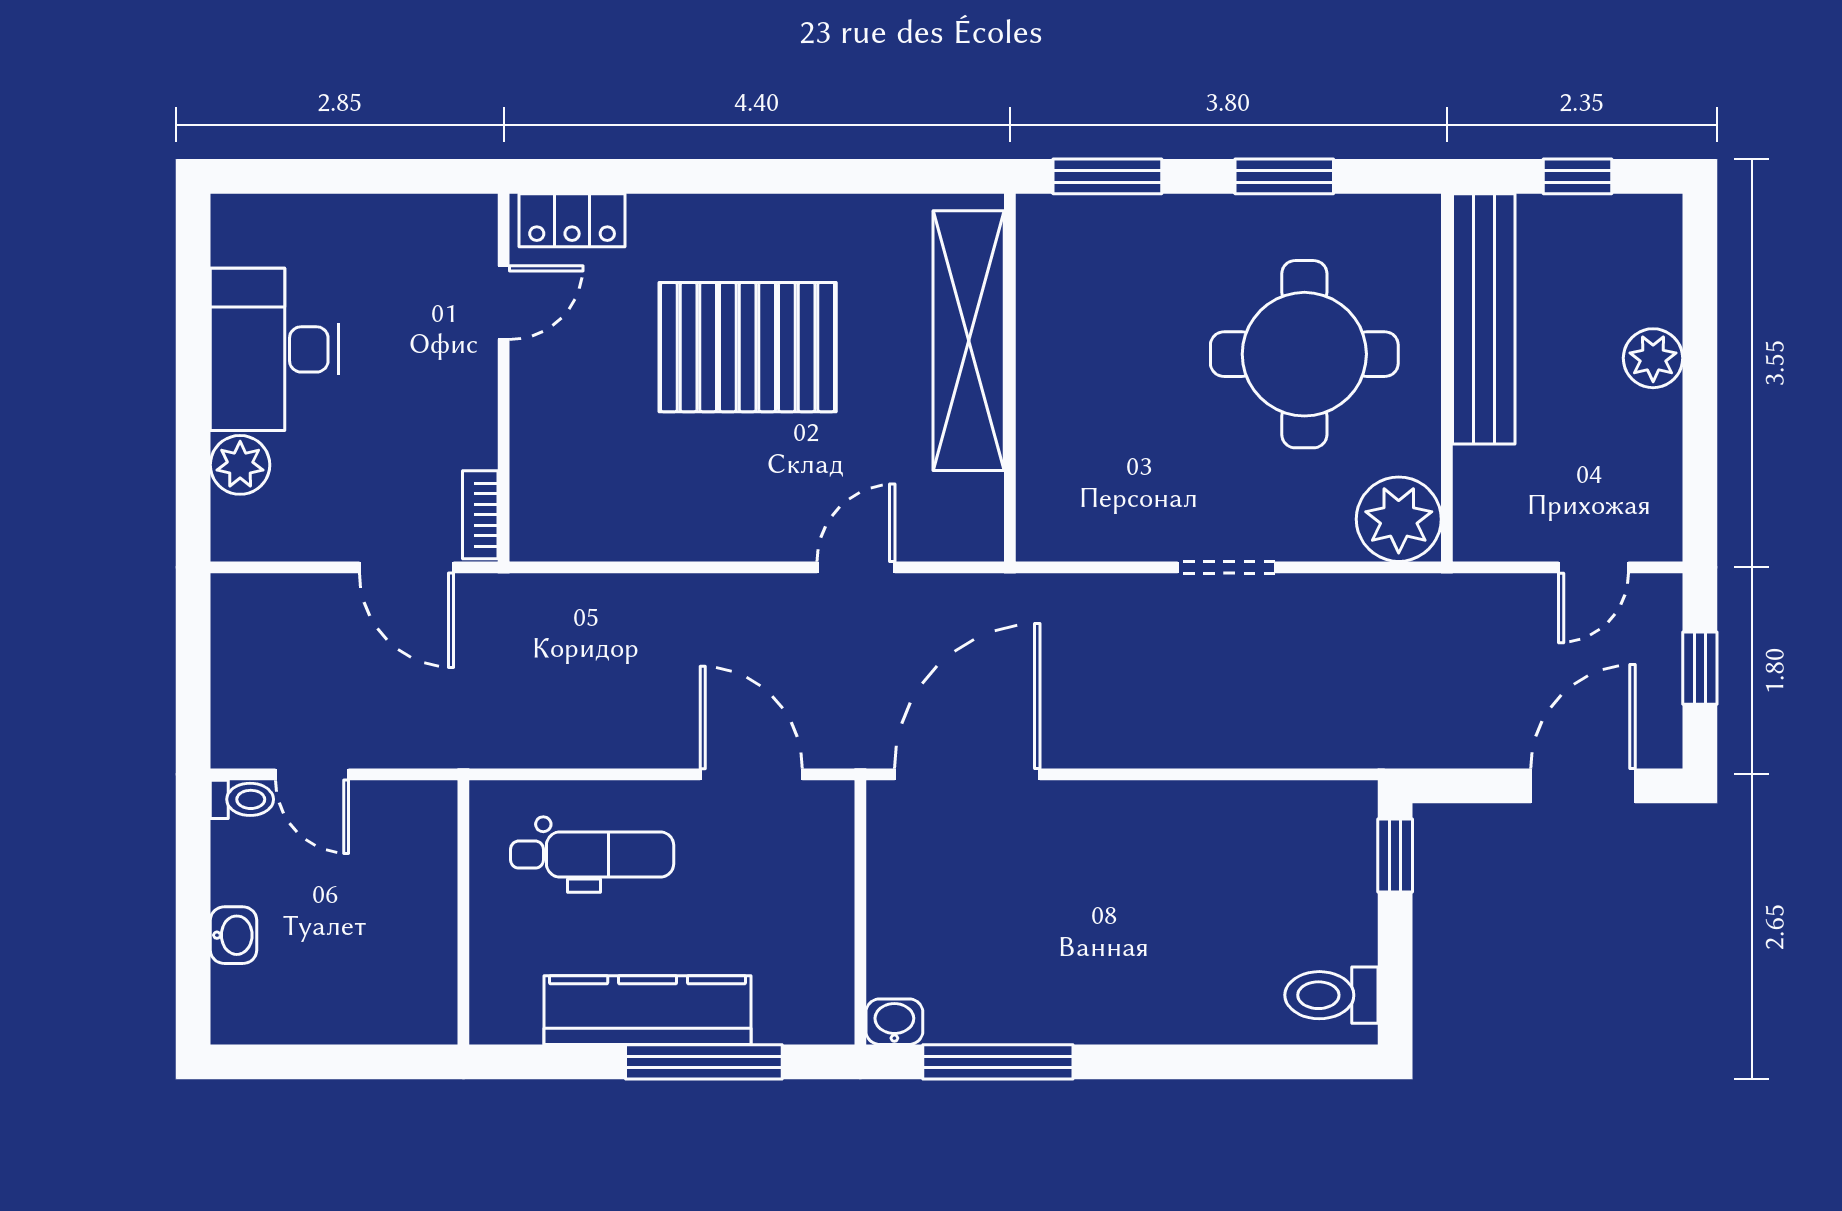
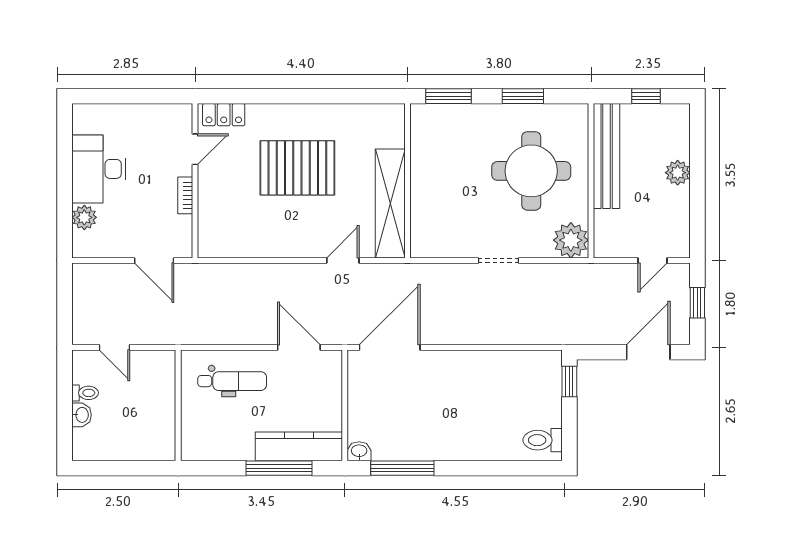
shelving: (969, 341) -> (390, 203), moved
bookcase: (480, 515) -> (185, 195), moved
toilet: (242, 799) -> (85, 393), moved
kitchen counter: (648, 1010) -> (299, 446), moved

